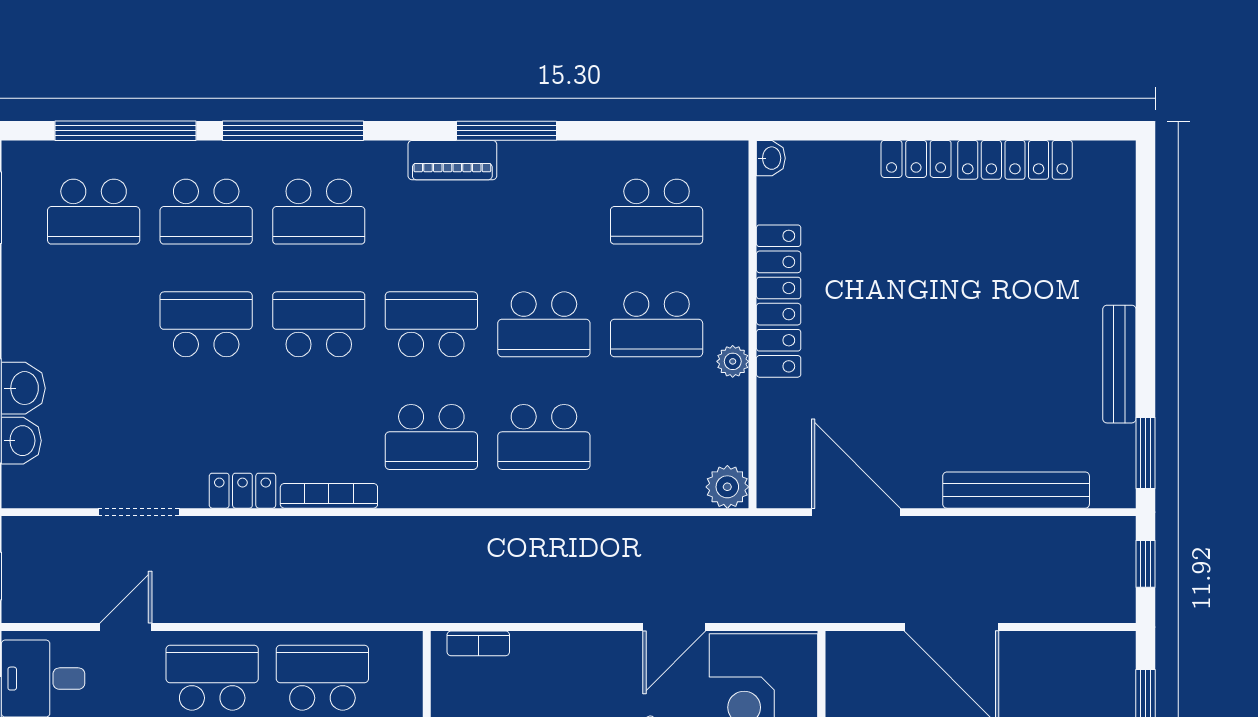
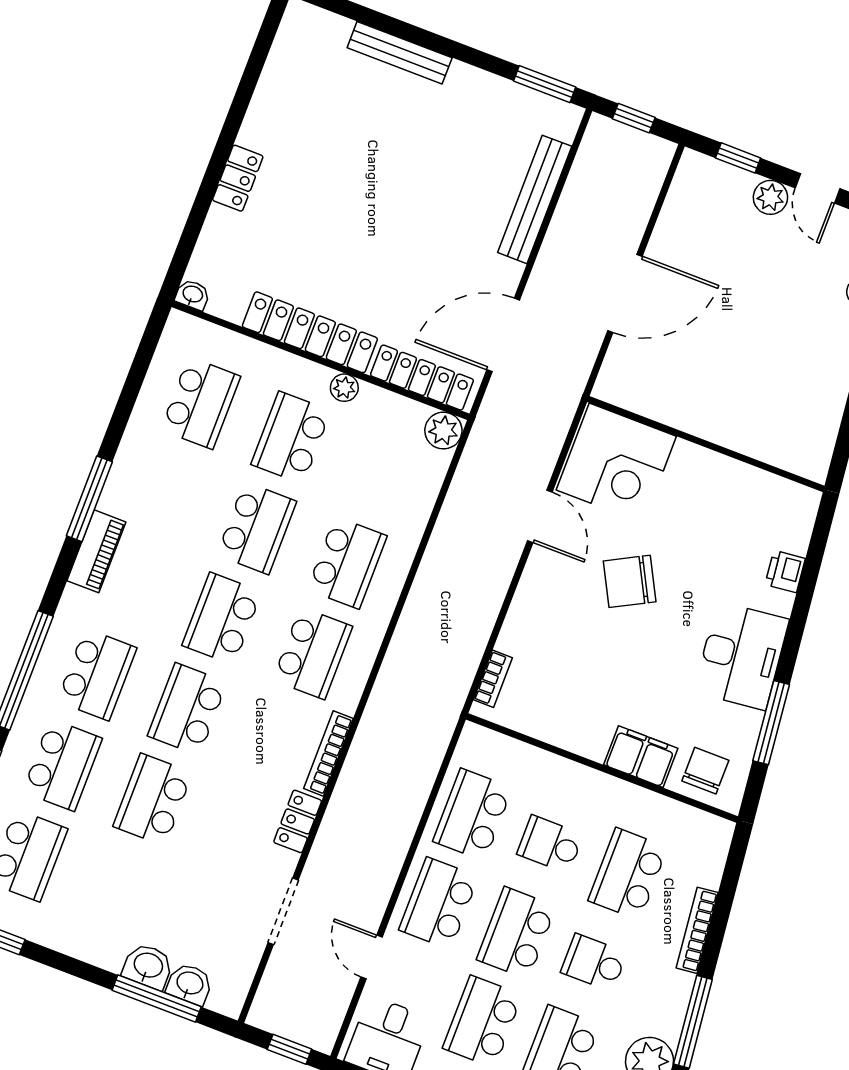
locker: (1015, 160) -> (422, 378), moved, turned -90
school desk: (657, 324) -> (291, 438), turned 180
bench: (1119, 364) -> (400, 53), moved

